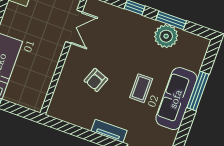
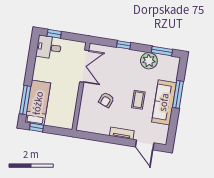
window: (171, 20) -> (162, 51), moved
double door: (74, 27) -> (84, 66), width x1.37

